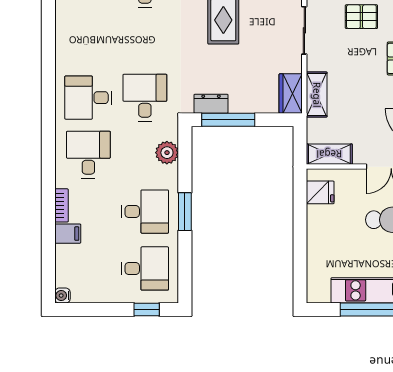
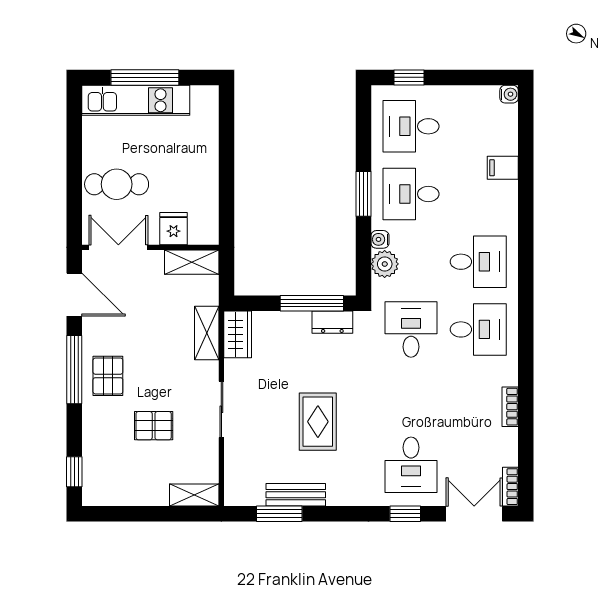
desk: (145, 98) -> (411, 329), turned 180
desk: (88, 155) -> (478, 262), turned -90
water cooler: (171, 173) -> (380, 239), added
fridge: (320, 192) -> (174, 229), moved, turned 90
bookcase: (61, 205) -> (510, 407), moved

